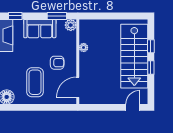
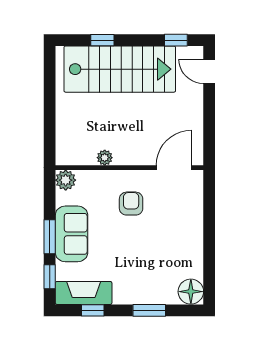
window: (57, 16) -> (50, 237), moved
window: (151, 67) -> (176, 40), moved
coffee table: (35, 82) -> (165, 242), removed
door: (78, 87) -> (174, 168), swing flipped

